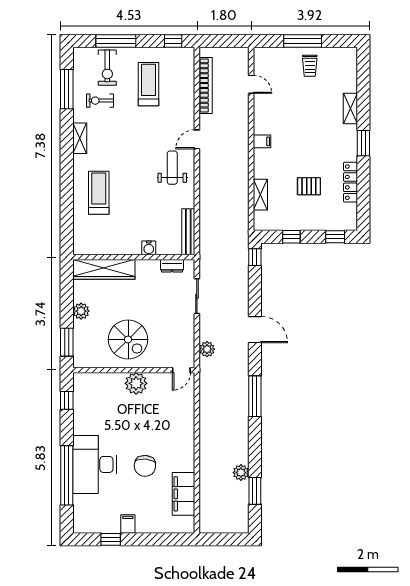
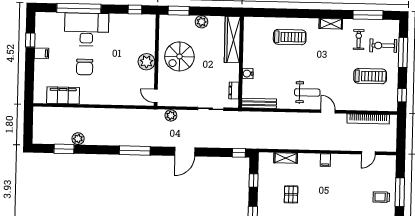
chair: (145, 466) -> (85, 67), turned -95

